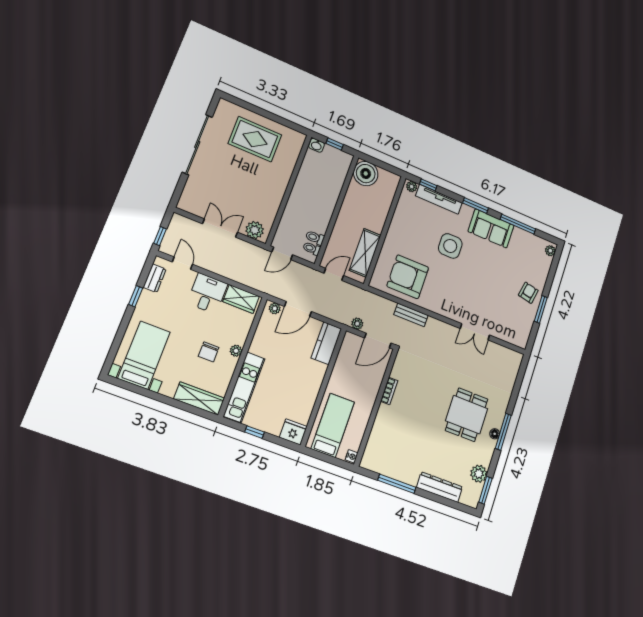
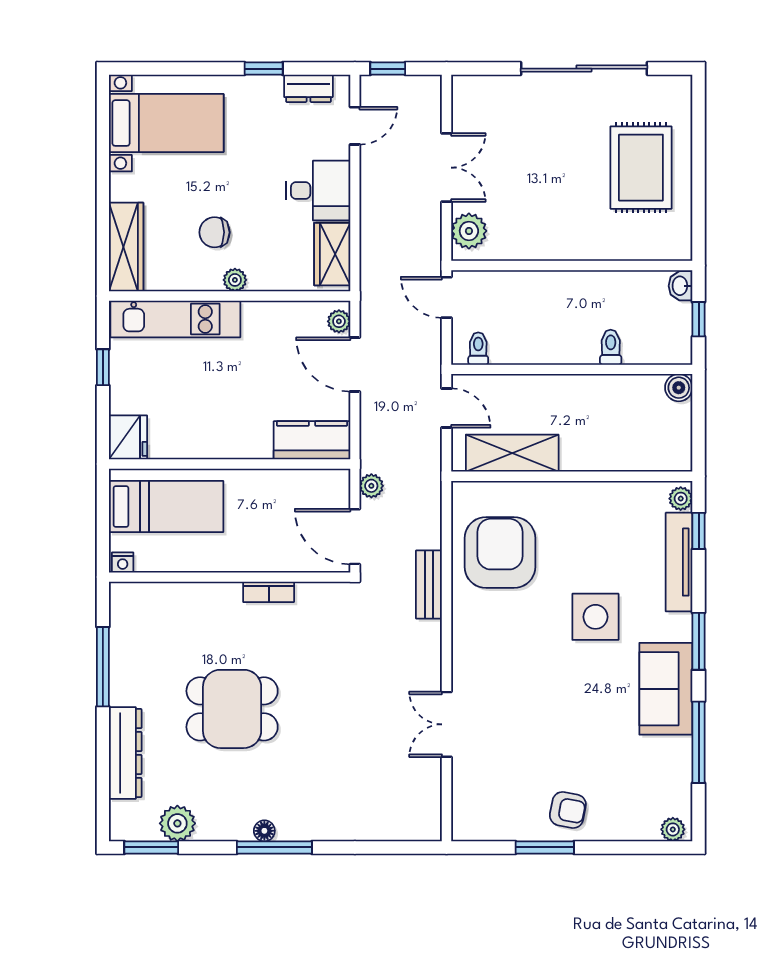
boiler: (366, 174) -> (679, 388), width x0.54, depth x0.54
toilet: (315, 238) -> (611, 347), moved
dining table: (467, 415) -> (232, 709), moved

